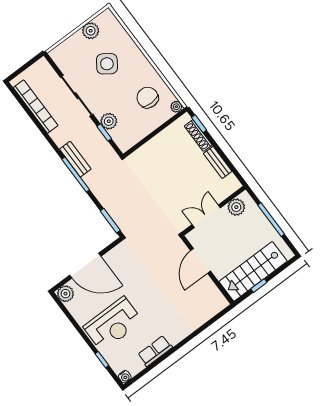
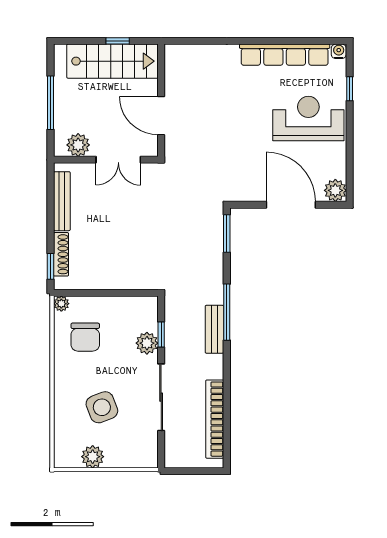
side table: (107, 64) -> (102, 407), turned 34
bench: (218, 162) -> (62, 201), width x1.36
door: (201, 261) -> (161, 116), swing flipped
row of seats: (155, 351) -> (285, 55), width x2.02

